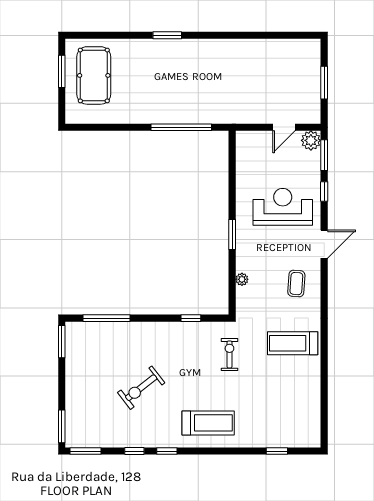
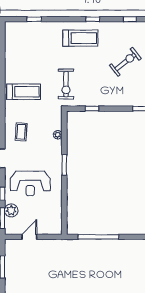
plant: (311, 140) -> (11, 210), moved
exercise bike: (229, 354) -> (66, 84), width x1.38, depth x1.39
treadmill: (208, 423) -> (80, 38), turned 180
window: (167, 451) -> (93, 19), moved

